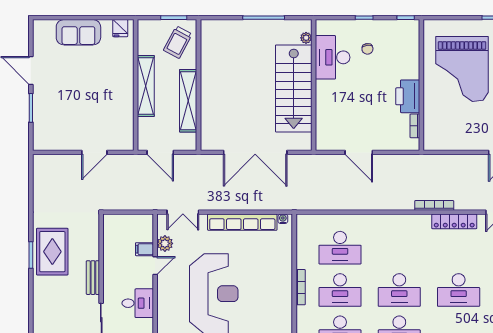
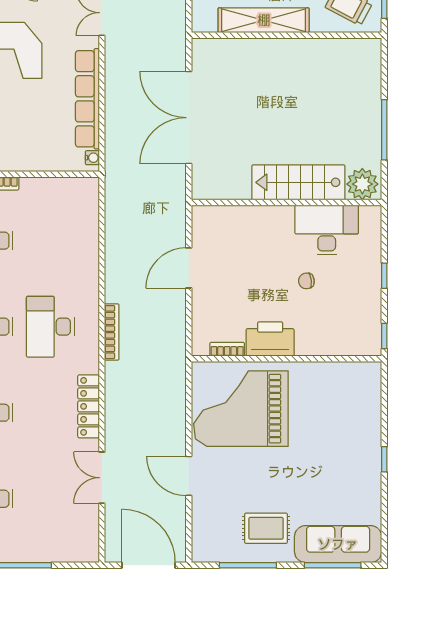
plant: (306, 38) -> (362, 184), width x1.88, depth x1.88
chair: (367, 49) -> (306, 281), moved
grand piano: (462, 69) -> (241, 409), moved
stairs: (294, 88) -> (298, 182), width x0.73, depth x0.66
bookcase: (434, 205) -> (112, 332), moved
desk: (340, 248) -> (50, 327), moved

